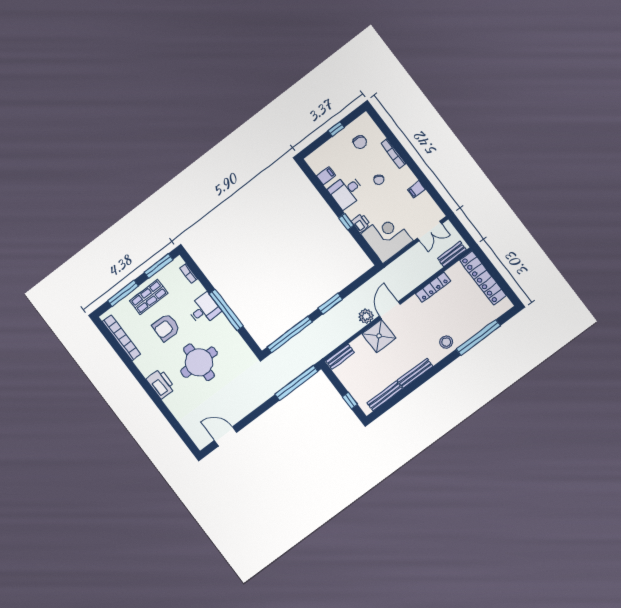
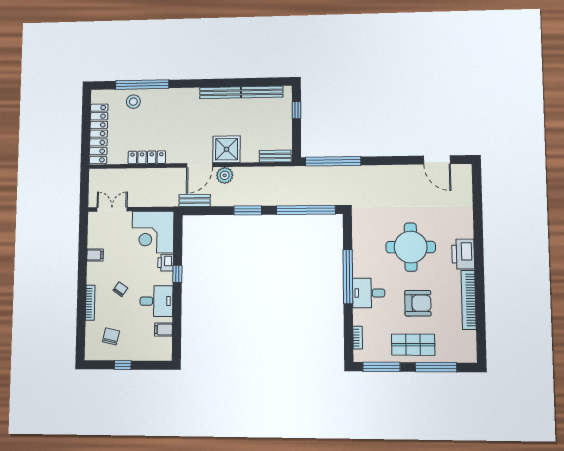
bench: (452, 254) -> (195, 201), moved
bookcase: (121, 338) -> (469, 300), moved
stool: (446, 342) -> (133, 102), moved

